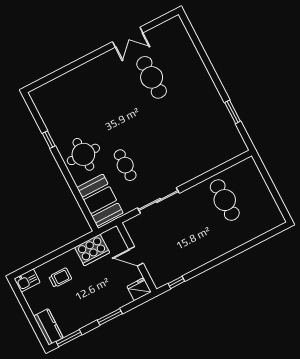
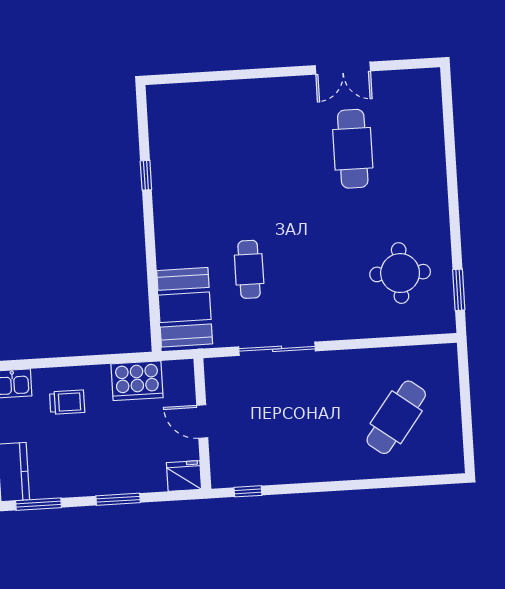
window: (233, 112) -> (459, 290), moved
round table: (83, 154) -> (400, 273), moved
cafe table: (225, 200) -> (396, 417), moved, turned 37

